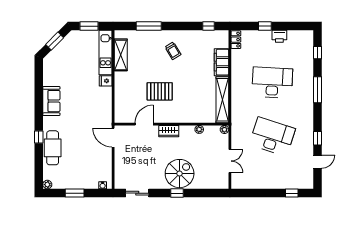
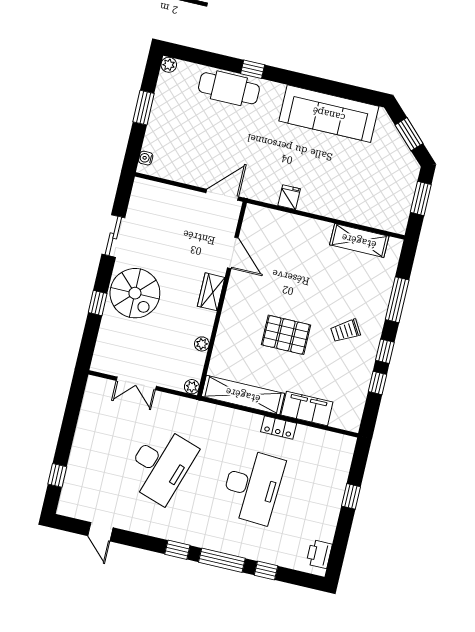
window: (179, 26) -> (385, 351), added
window: (208, 26) -> (377, 383), moved
printer: (279, 36) -> (319, 554), moved
locker: (236, 40) -> (279, 428), moved
kitchen unit: (105, 53) -> (369, 216), removed
window: (318, 53) -> (266, 571), moved
fridge: (106, 81) -> (289, 197), moved
pallet: (160, 91) -> (286, 335), moved, turned 90
sofa: (51, 101) -> (329, 114), width x1.85, depth x1.27
window: (318, 138) -> (177, 550), moved
sliding door: (137, 193) -> (113, 236), moved
window: (177, 193) -> (98, 303), moved

